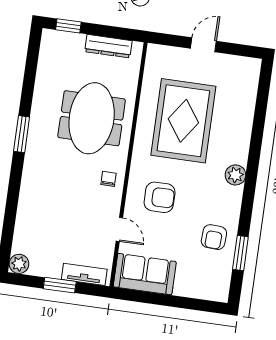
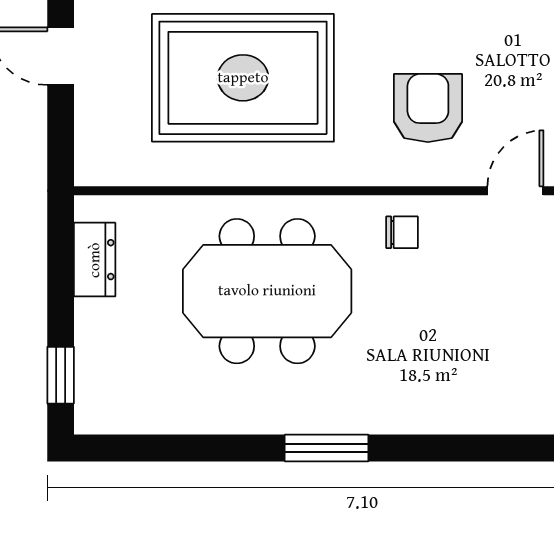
dresser: (108, 46) -> (95, 260), width x0.70
chair: (109, 179) -> (402, 232), turned 180

